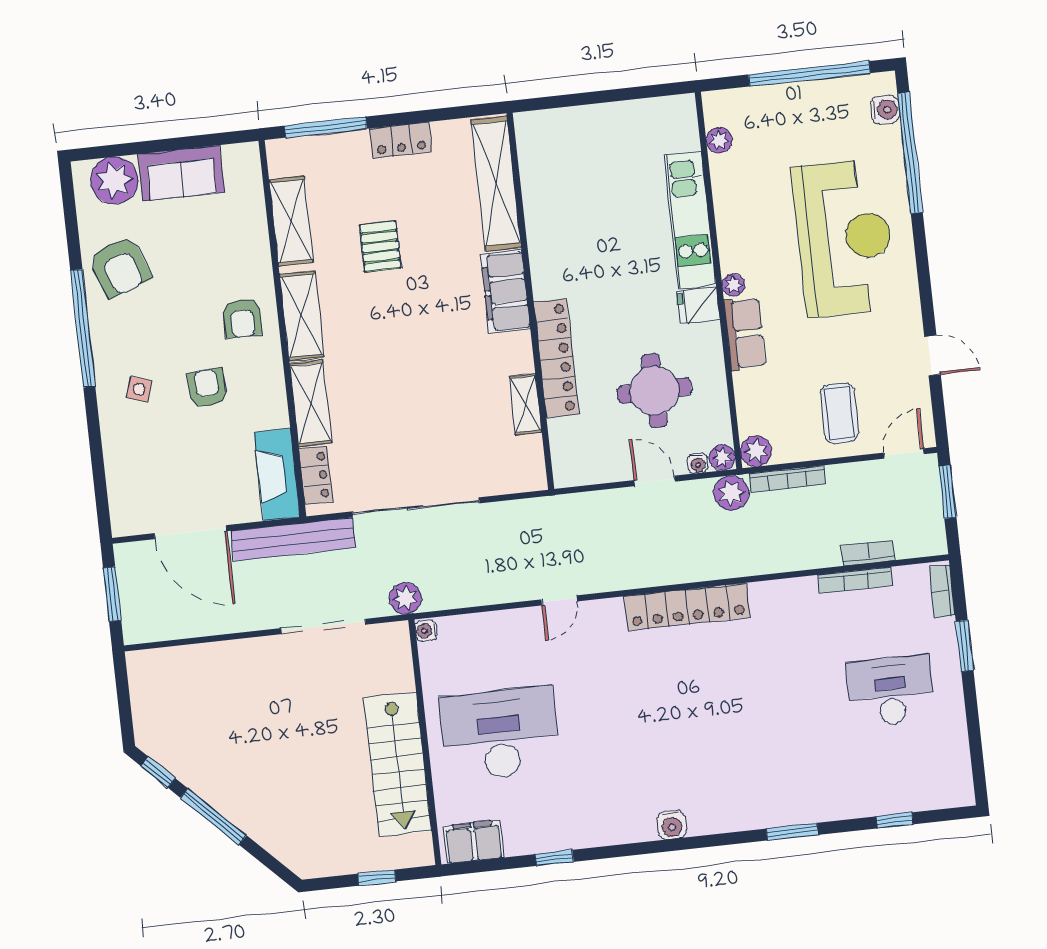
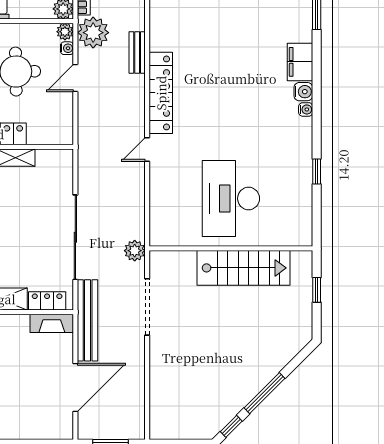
fireplace: (277, 475) -> (52, 323), width x0.73, depth x0.76
plant: (731, 493) -> (93, 33), width x1.36, depth x1.36
bench: (703, 569) -> (137, 52), added
door: (559, 600) -> (147, 149), swing flipped
locker: (687, 607) -> (161, 93), moved
water cooler: (426, 631) -> (306, 109), moved, turned -90
filing cabinet: (474, 842) -> (300, 62), moved

